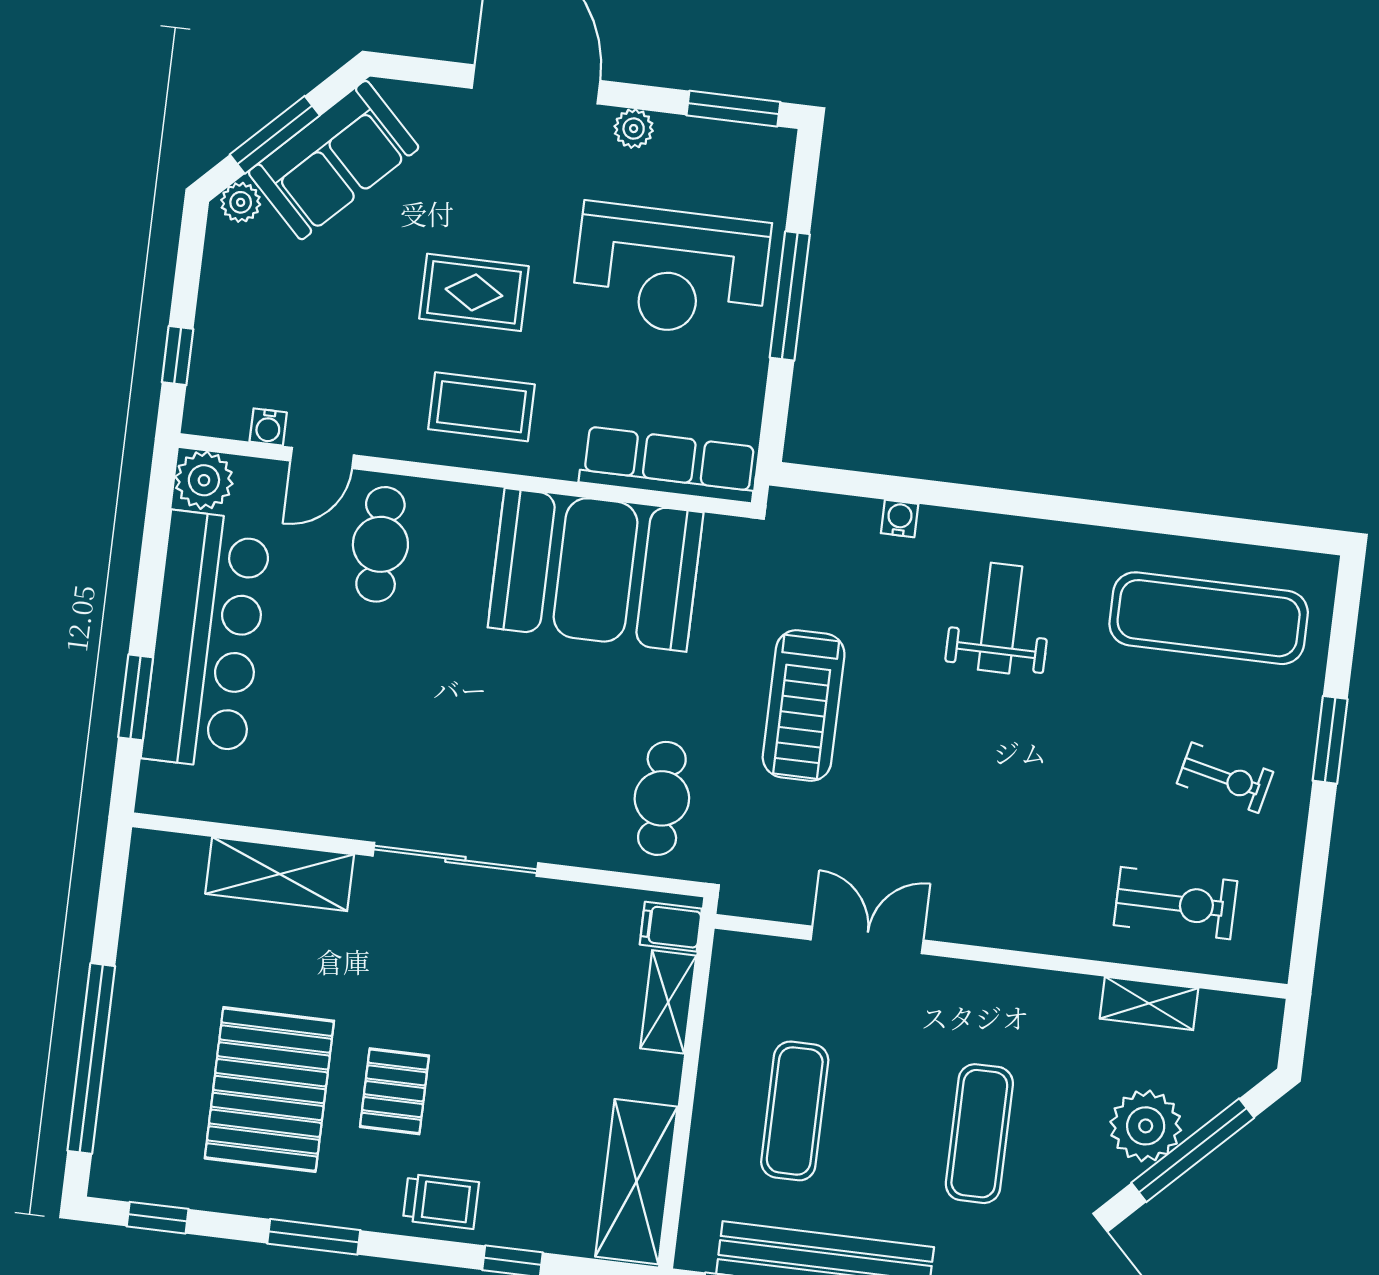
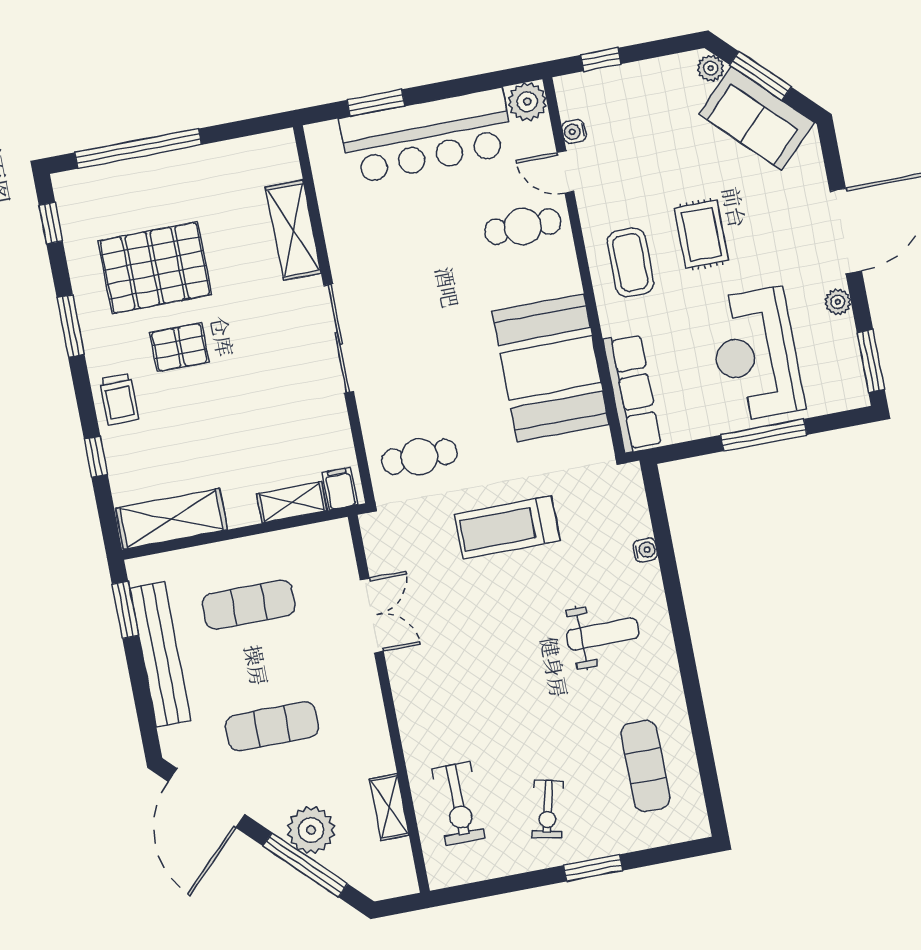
exercise mat: (1209, 618) -> (645, 766), width x0.73, depth x0.69

